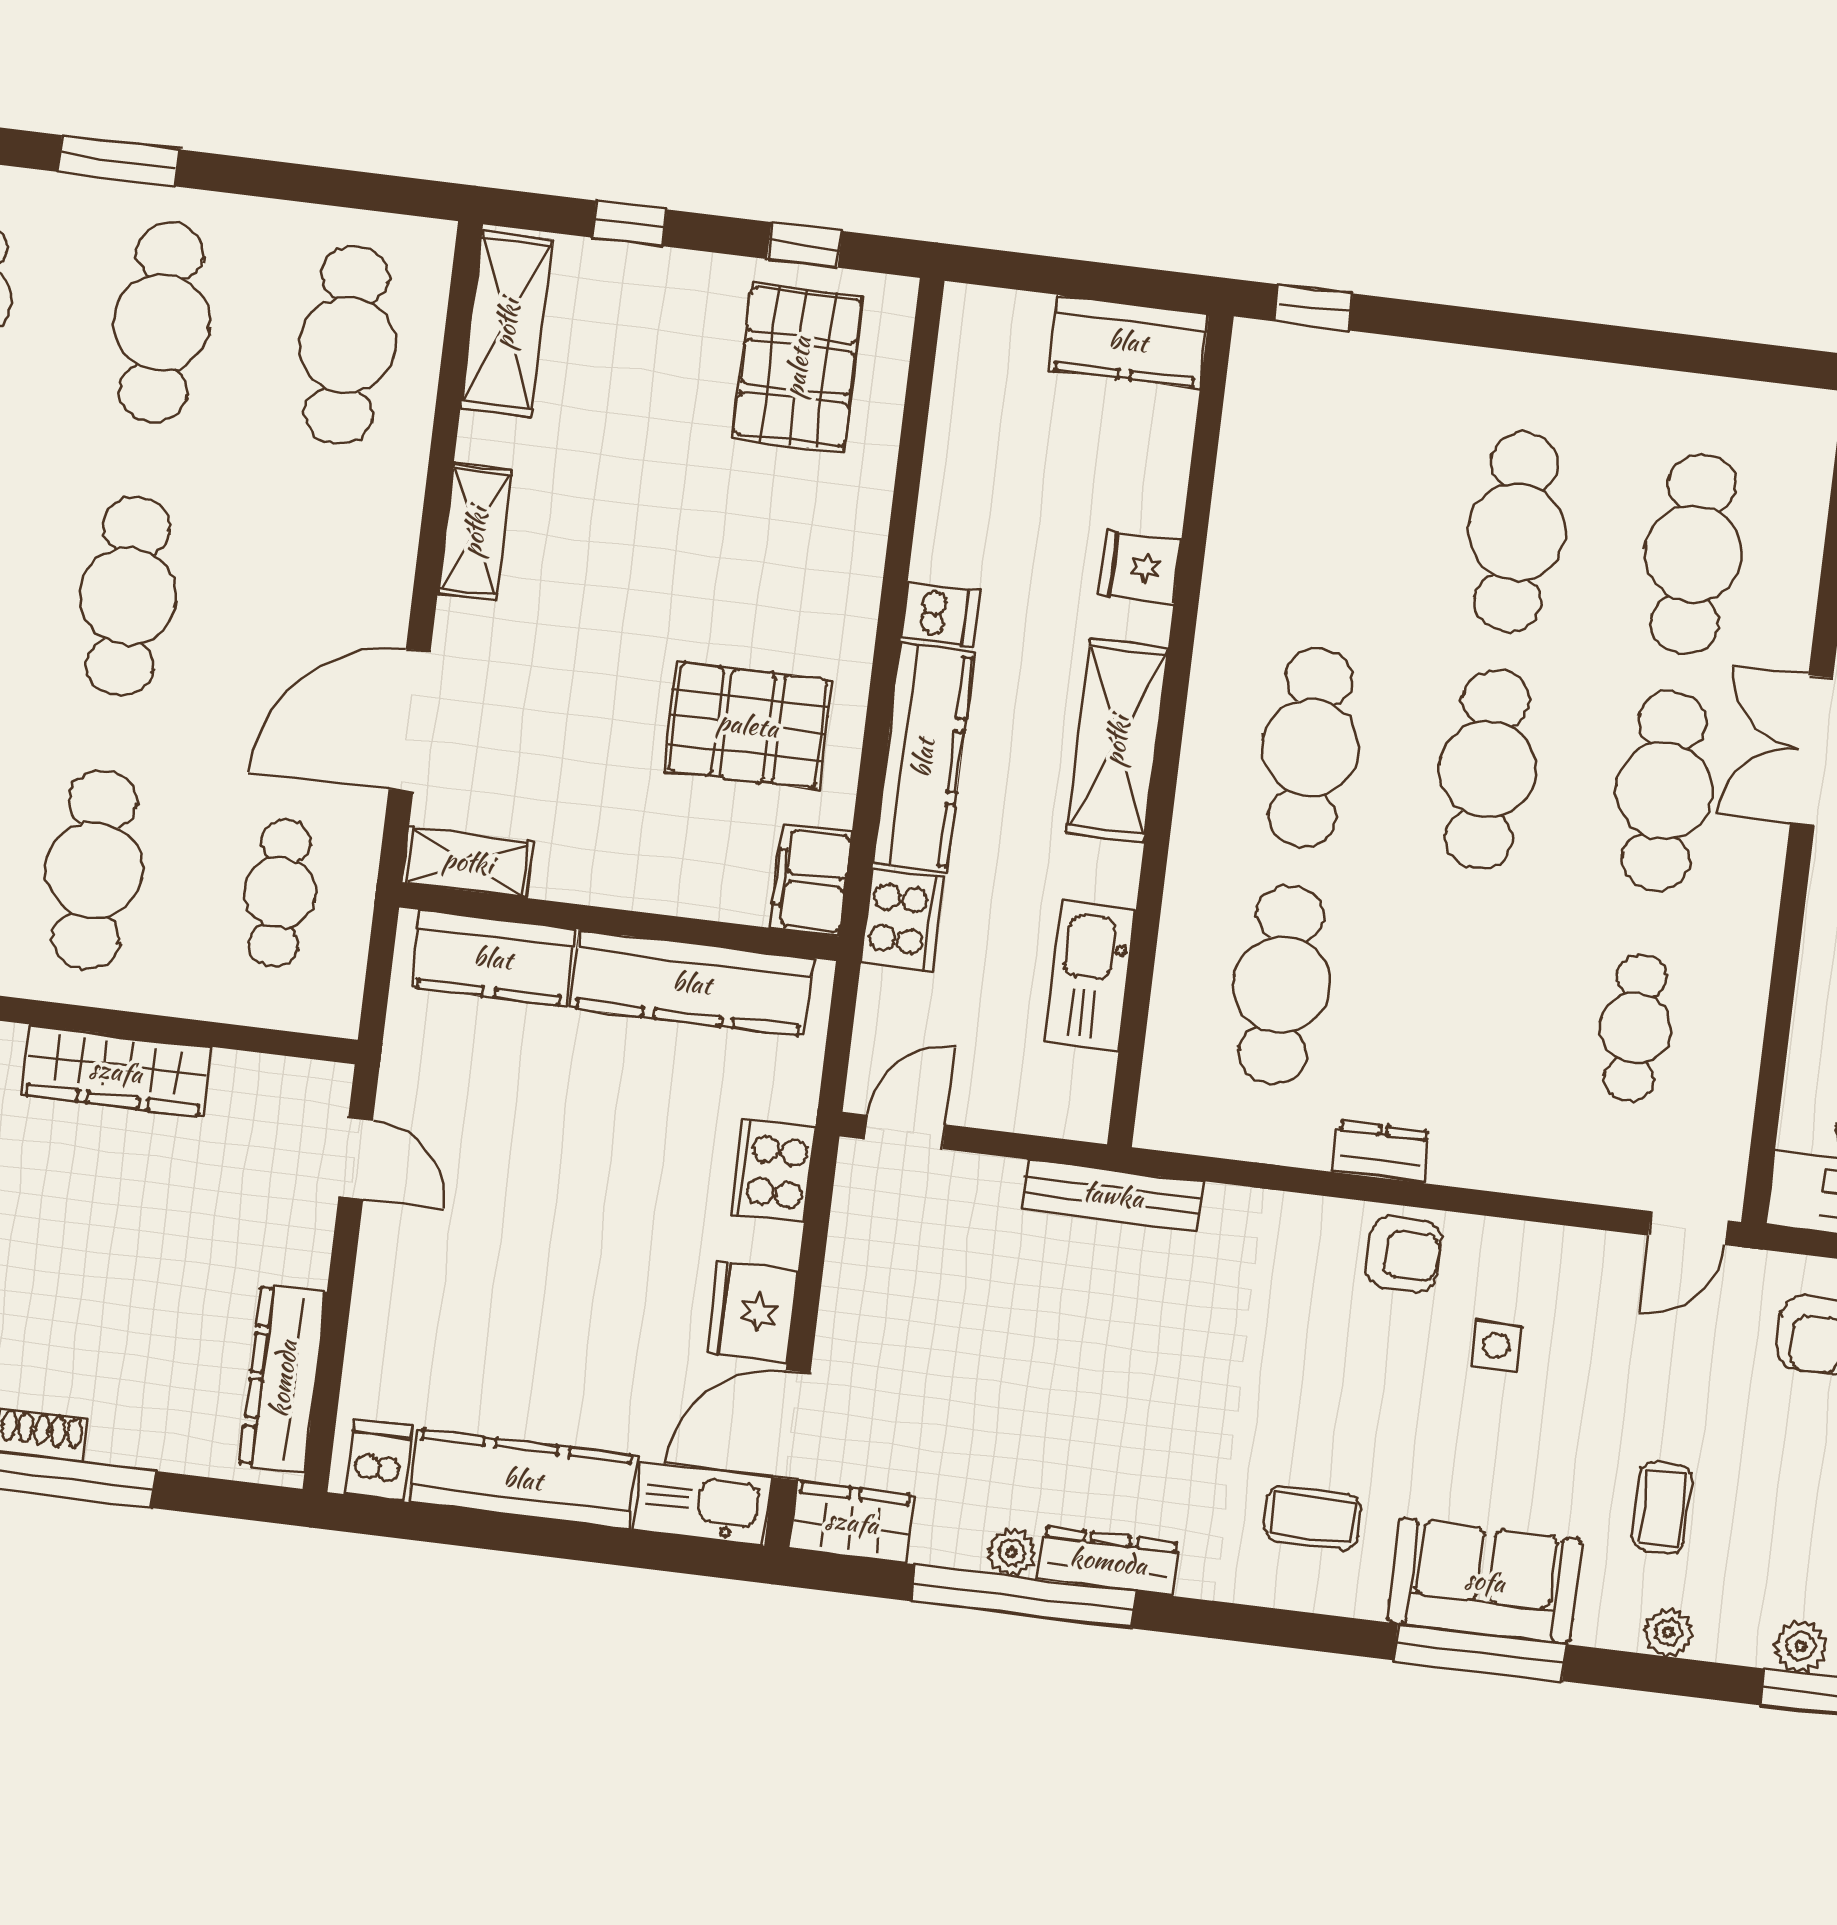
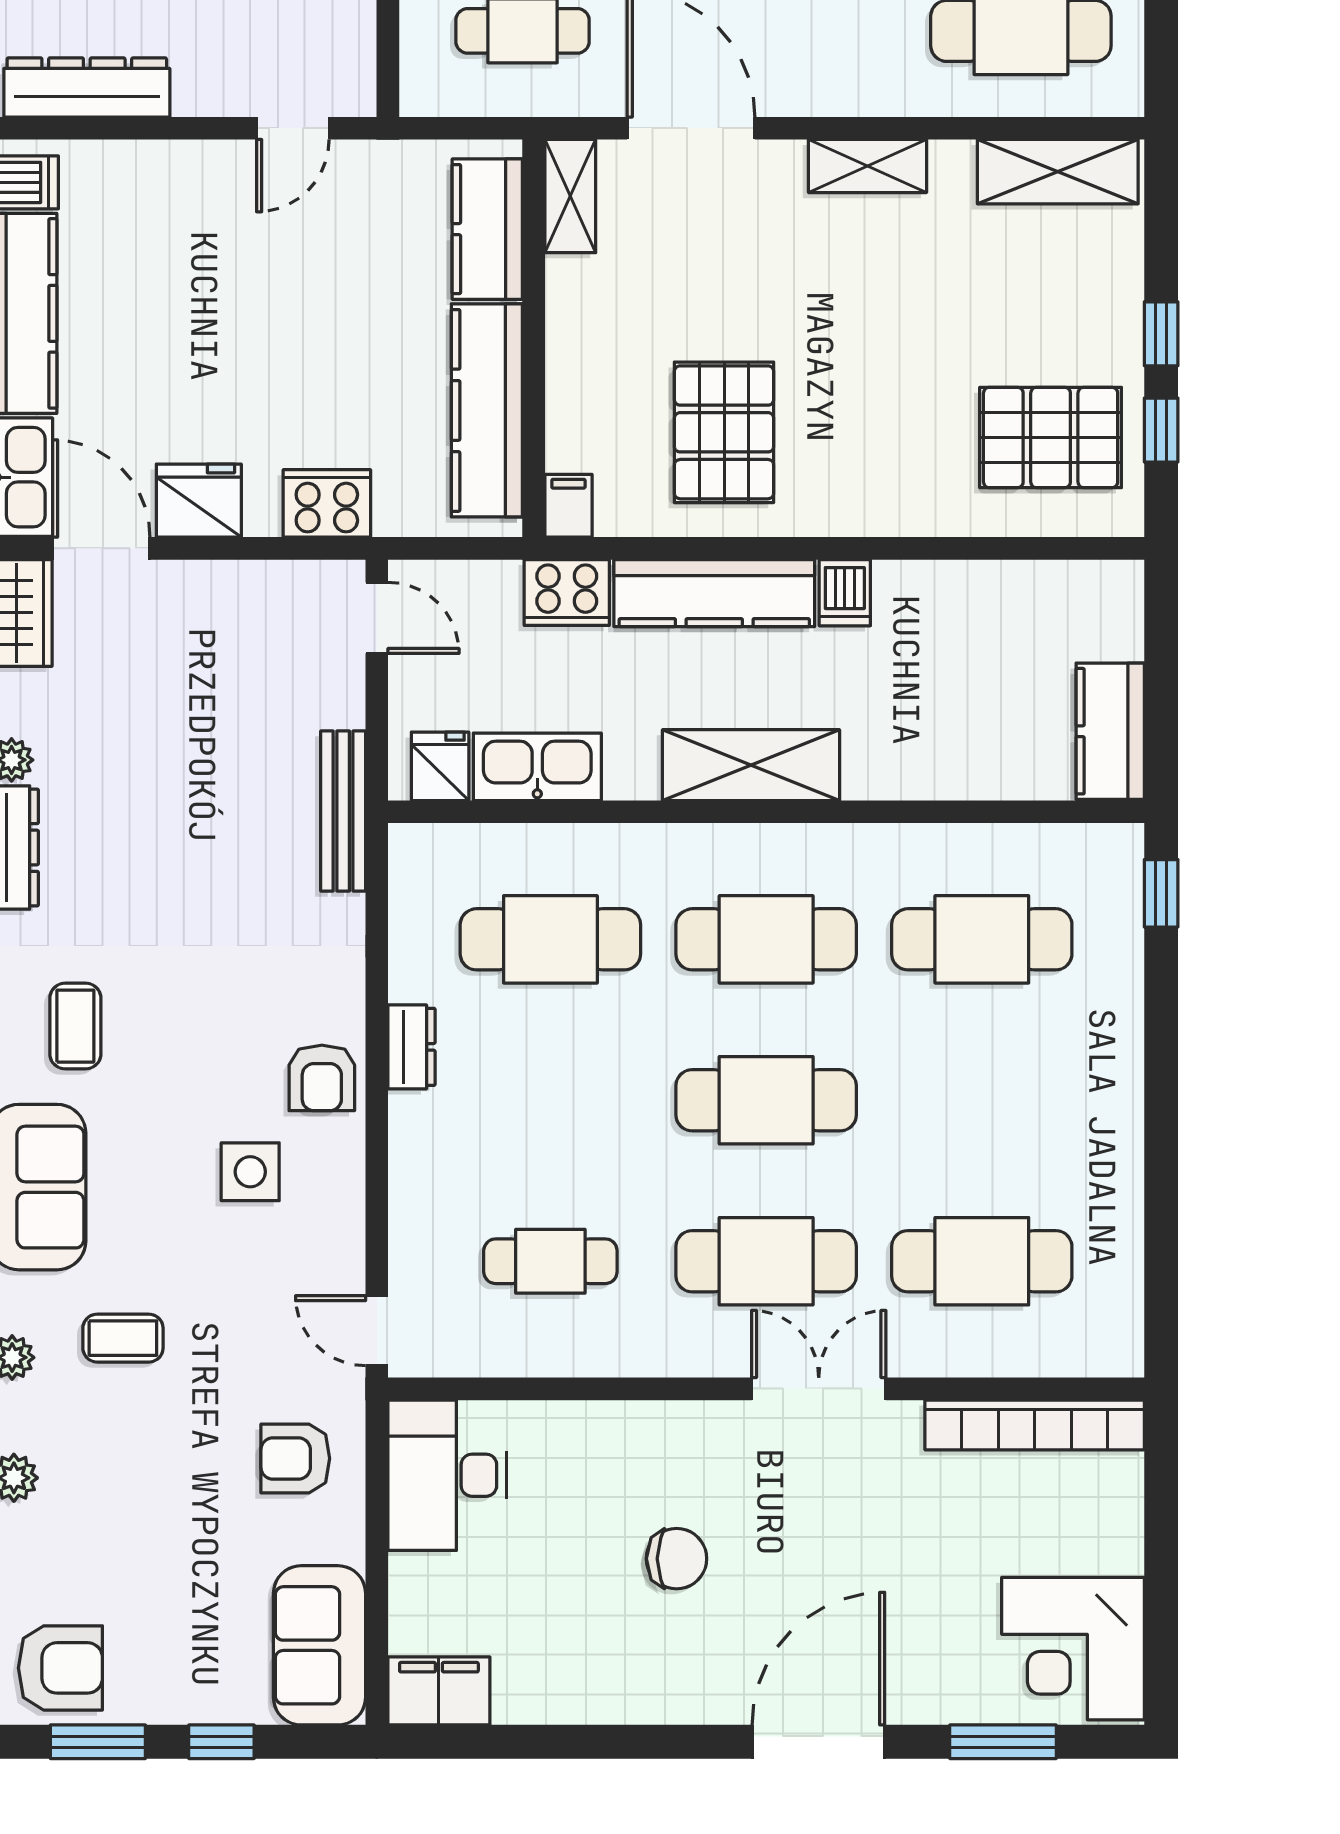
window: (629, 223) -> (1161, 334), moved
cafe table: (1517, 532) -> (982, 939), moved
fridge: (1140, 567) -> (440, 766), moved
filing cabinet: (811, 880) -> (568, 506), width x0.50
side table: (1496, 1346) -> (250, 1172), width x1.37, depth x1.37

